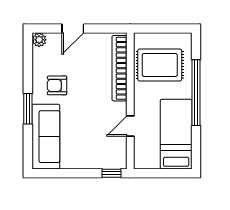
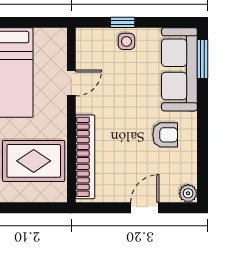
window: (28, 109) -> (202, 59), moved
side table: (87, 158) -> (126, 41), added
window: (111, 173) -> (123, 22), moved

